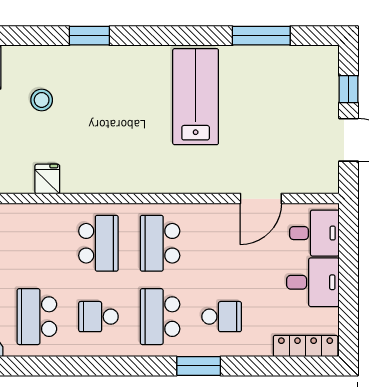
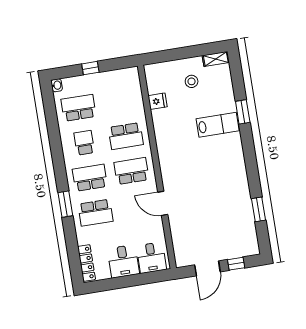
window: (261, 36) -> (258, 209), width x0.69
lab bench: (196, 97) -> (218, 125), moved, width x0.73, depth x0.72
stool: (42, 100) -> (192, 81), moved
door: (261, 199) -> (163, 203), moved
school desk: (222, 317) -> (96, 213), width x1.85

